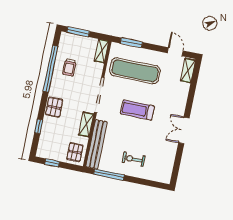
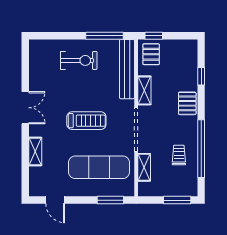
shelving: (102, 51) -> (144, 167), moved
shelving: (188, 70) -> (35, 152), moved
exercise bike: (134, 159) -> (79, 60), width x1.38, depth x1.39
window: (52, 163) -> (154, 36), moved

